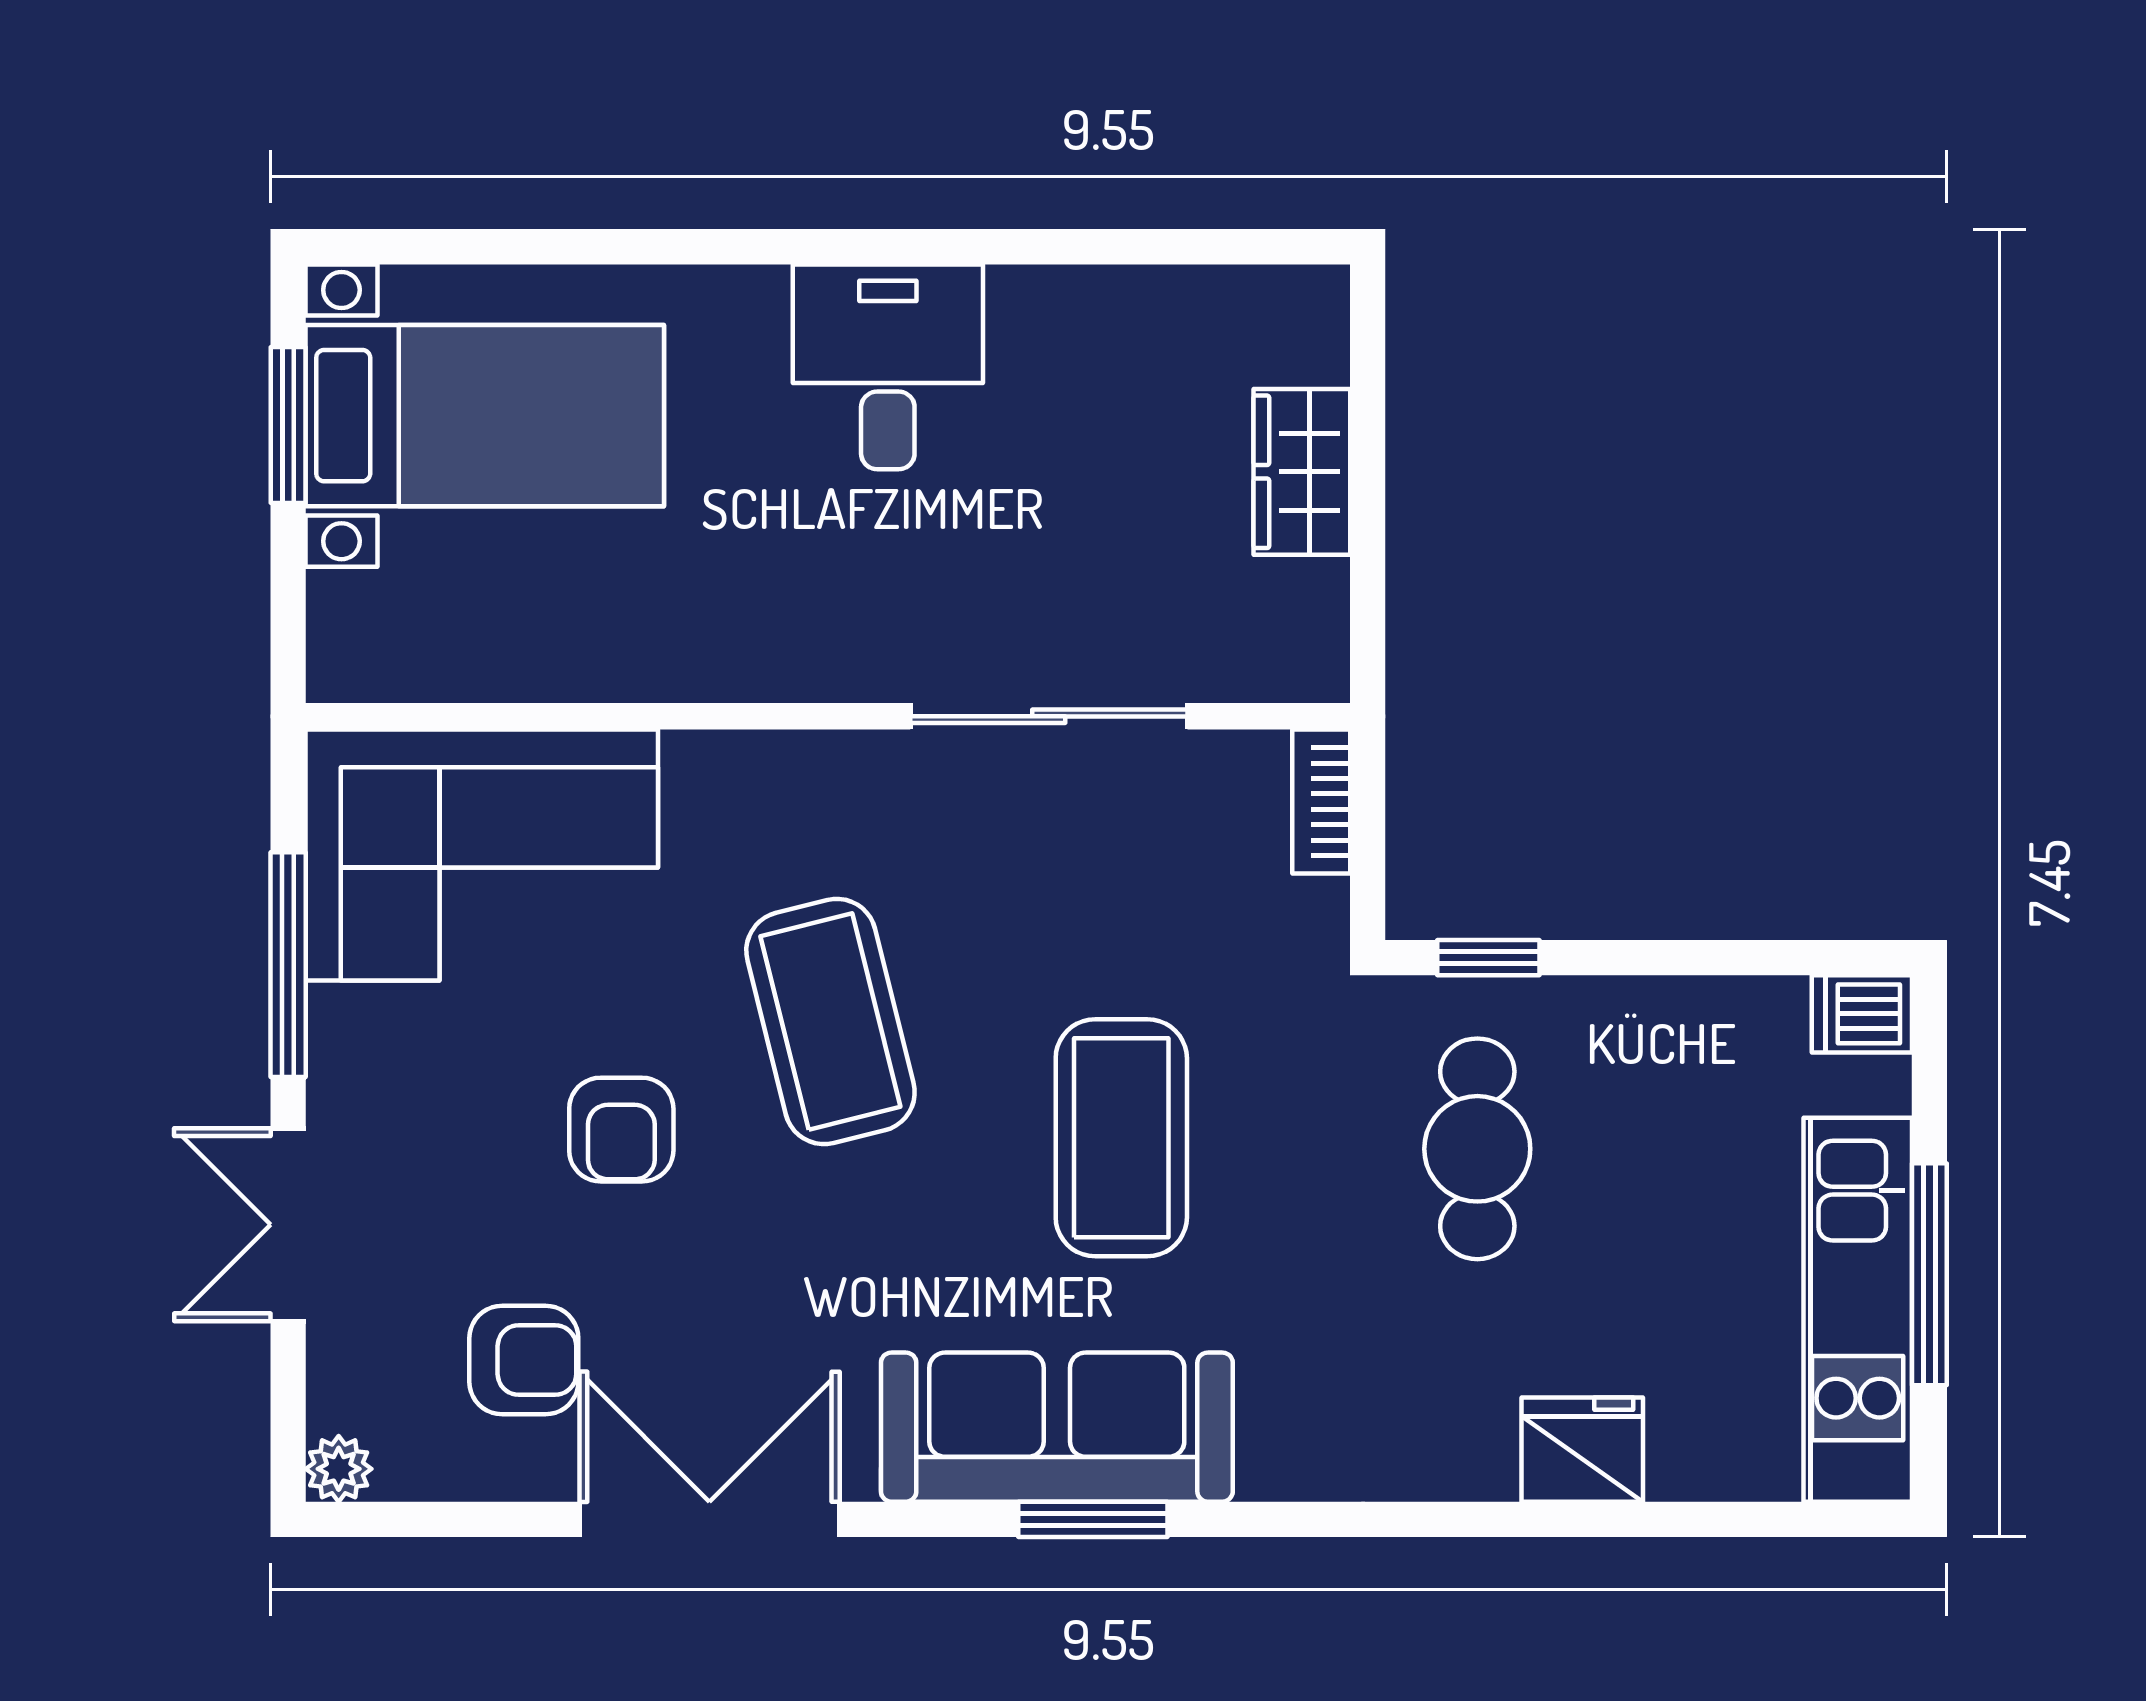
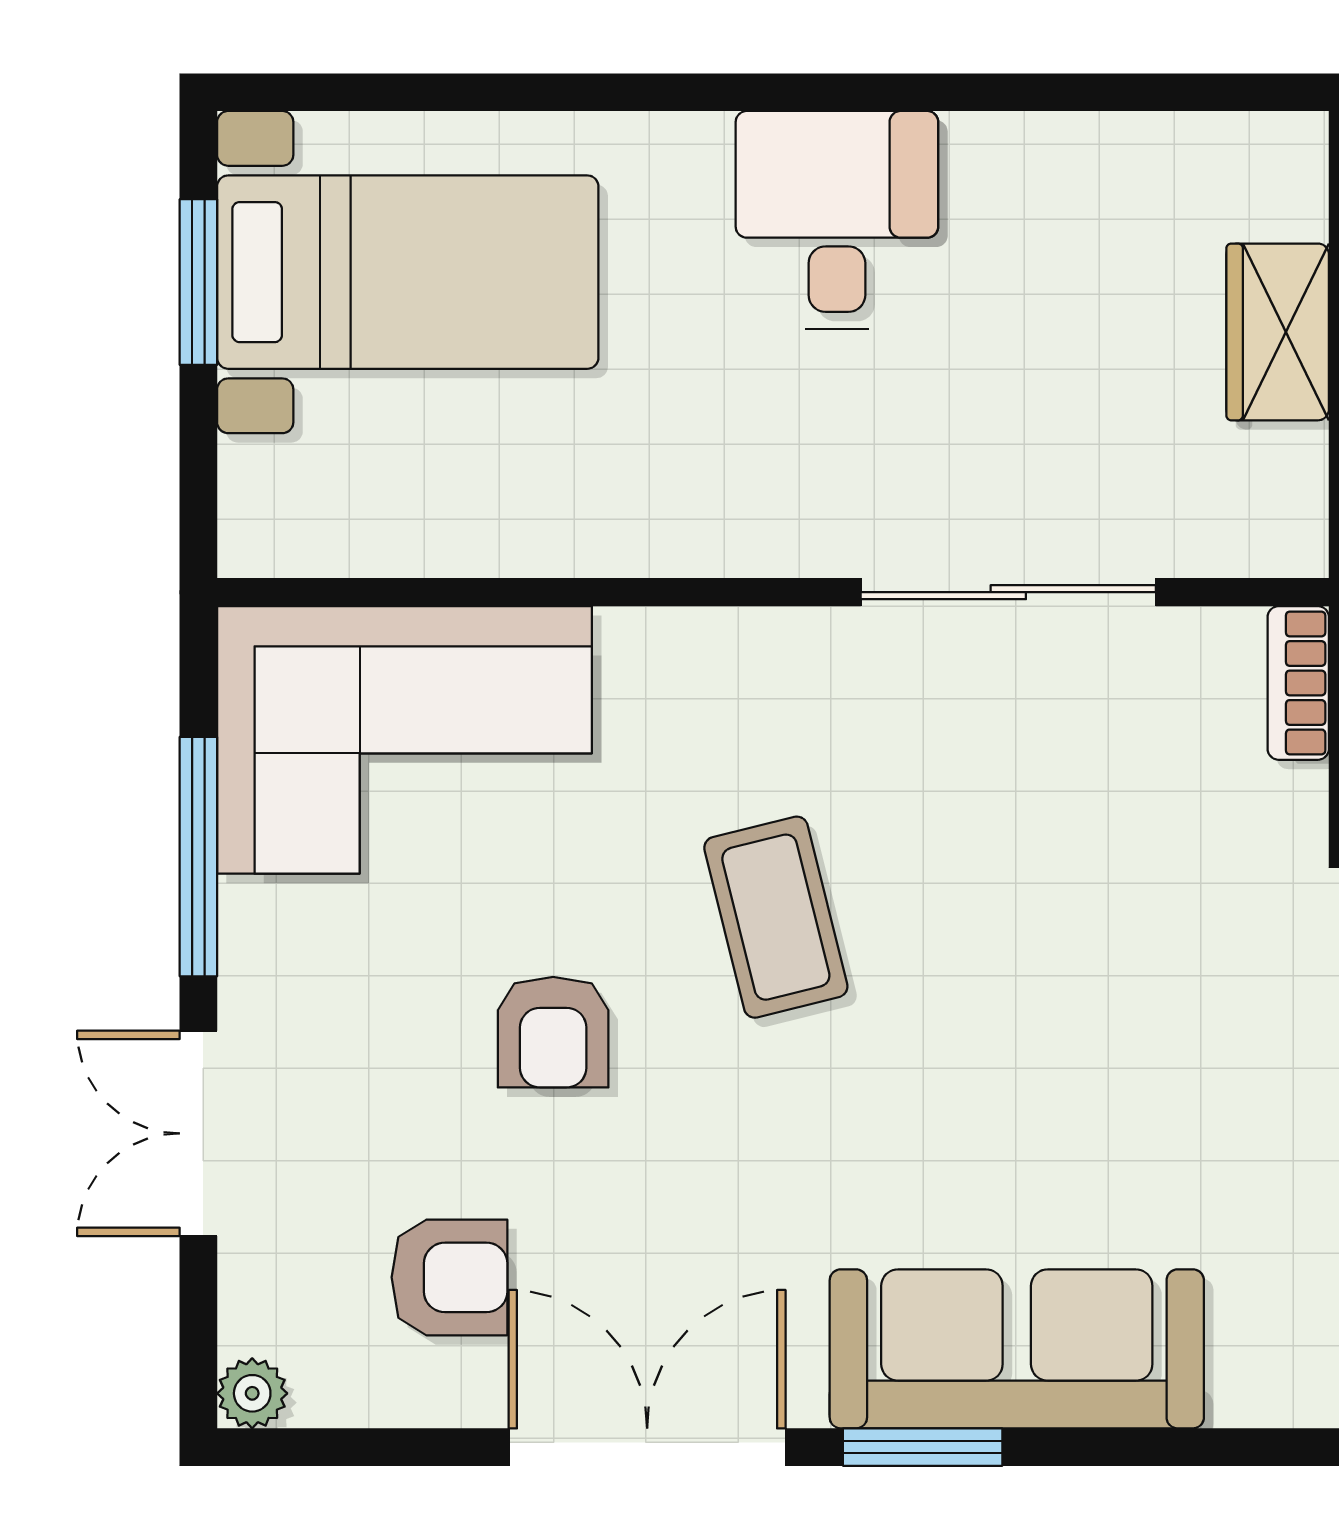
coffee table: (830, 1022) -> (776, 917), width x0.73, depth x0.76
coffee table: (1121, 1138) -> (1085, 1041), removed
window: (1093, 1519) -> (923, 1447), moved

